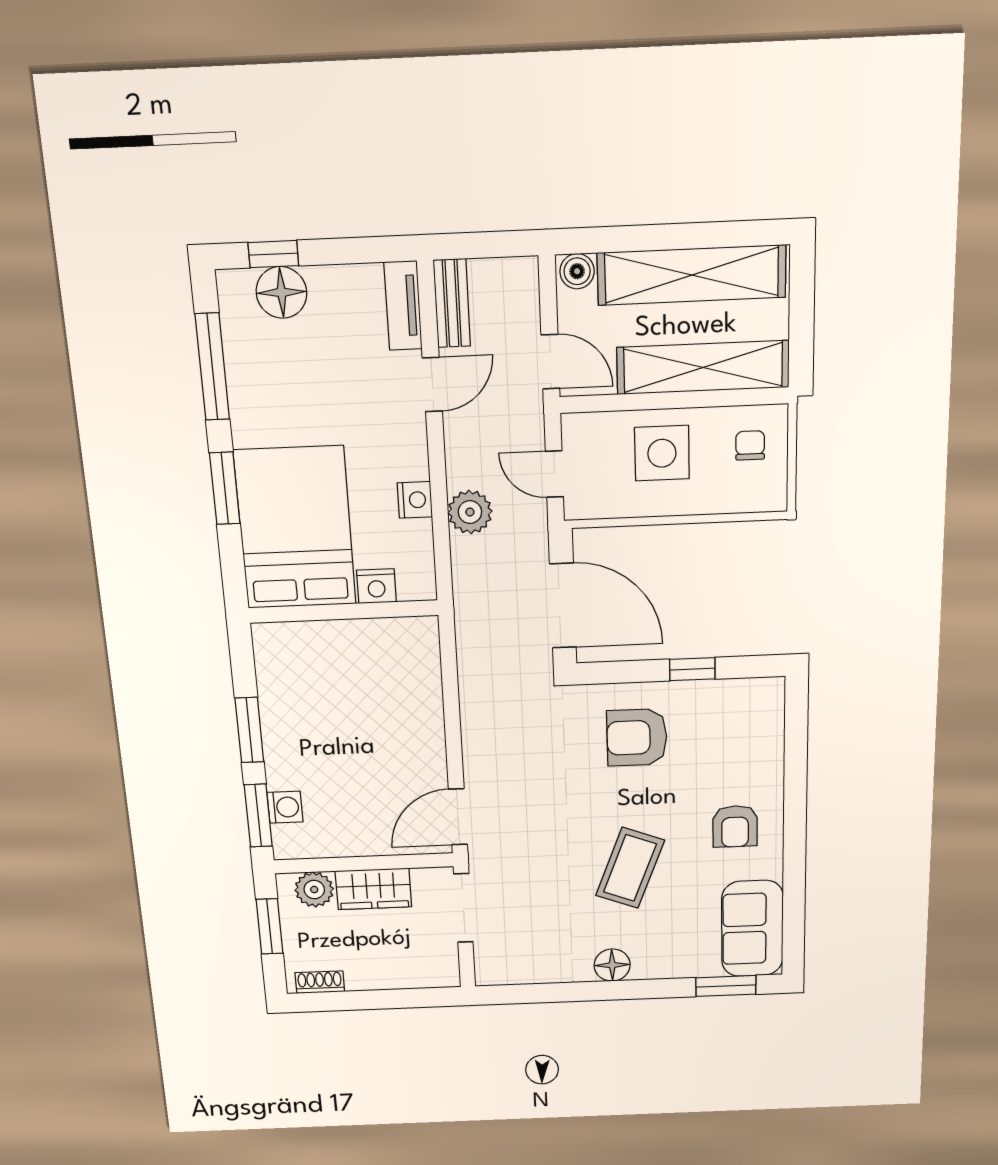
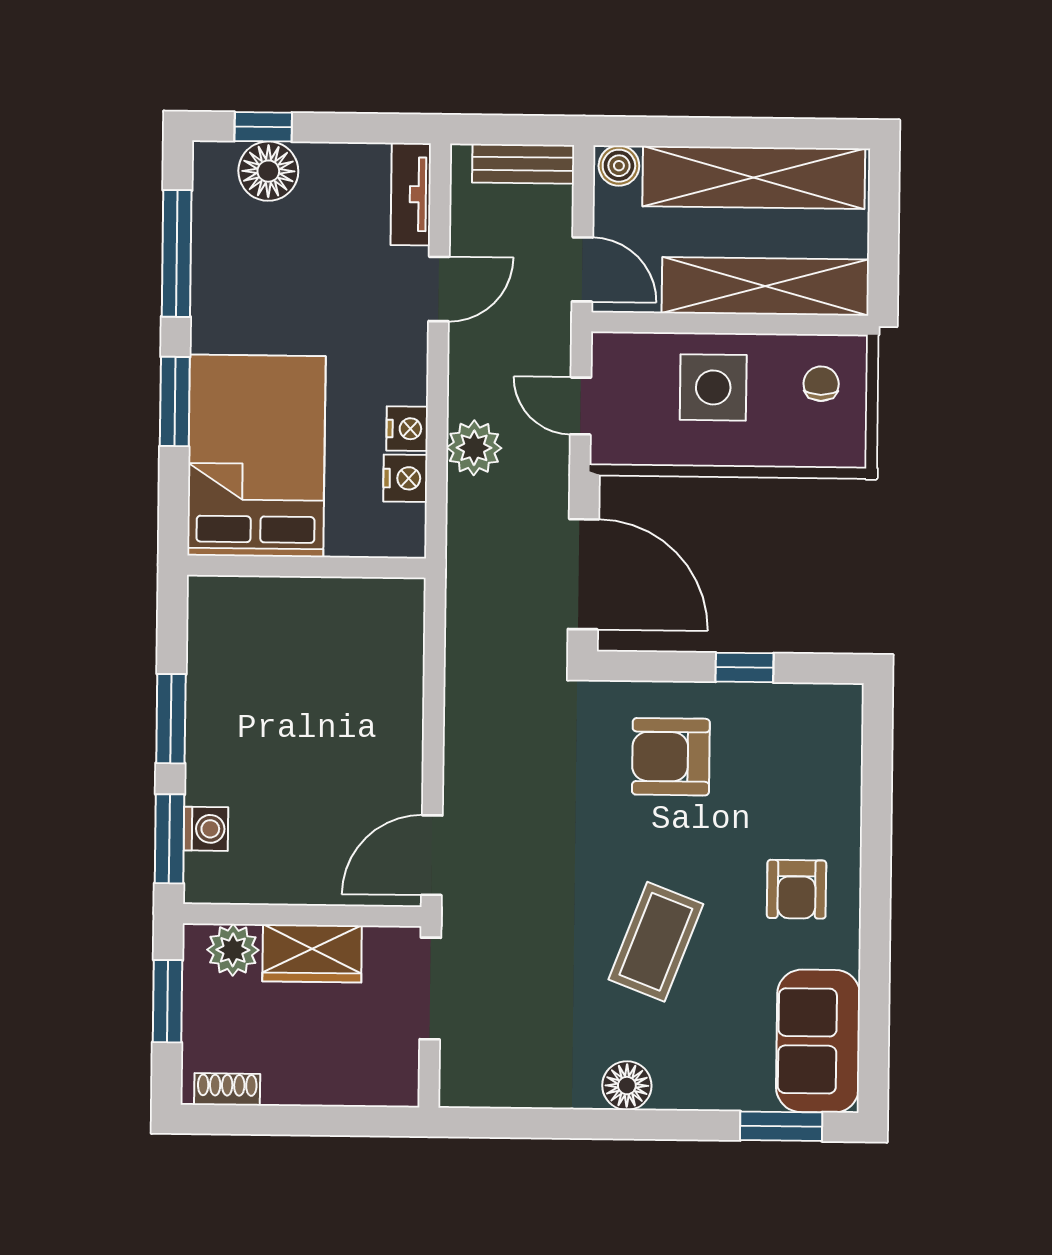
bench: (452, 303) -> (523, 164), moved, turned 90
nightstand: (376, 586) -> (405, 478), moved, turned -90

